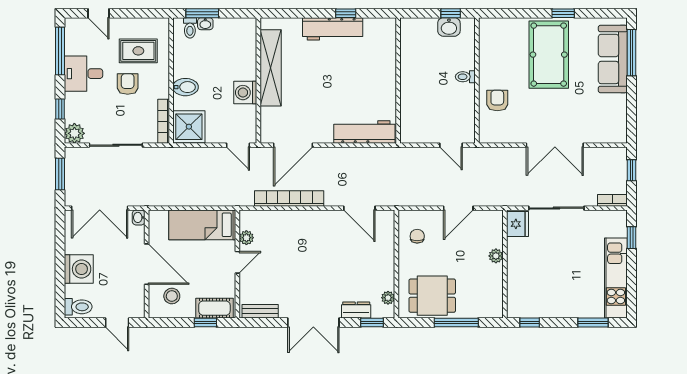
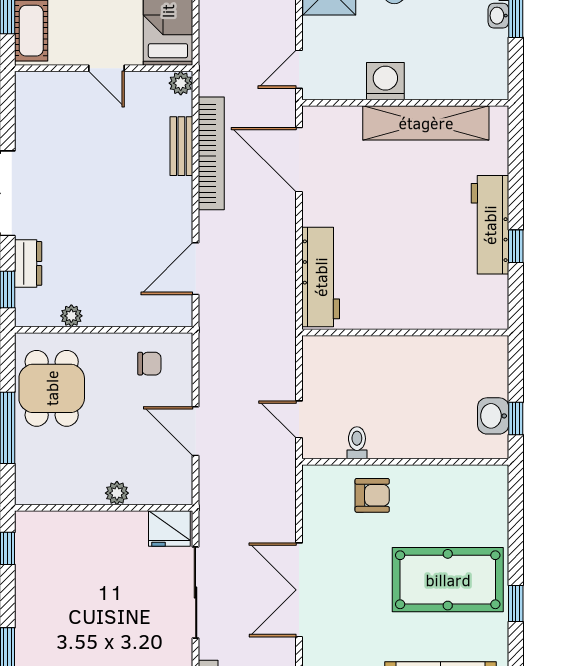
toilet: (465, 77) -> (357, 443), moved
door: (451, 145) -> (299, 419), hinge flipped
plant: (246, 238) -> (181, 83), moved
plant: (388, 298) -> (71, 316), moved
bench: (260, 311) -> (181, 146), moved

